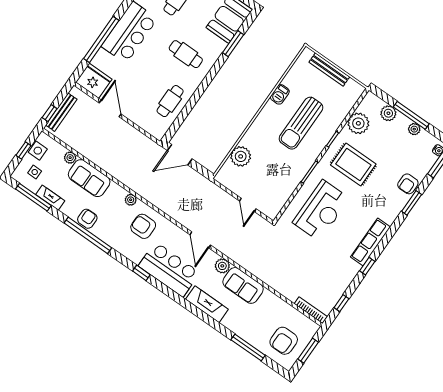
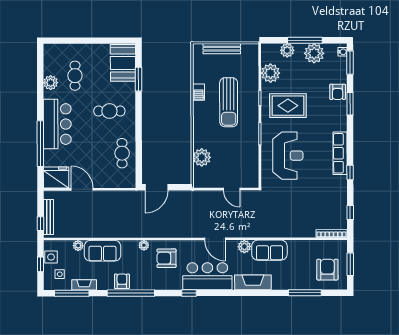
plant: (414, 129) -> (314, 53), width x1.88, depth x1.88
armchair: (284, 341) -> (327, 270), turned 180

